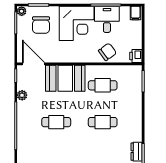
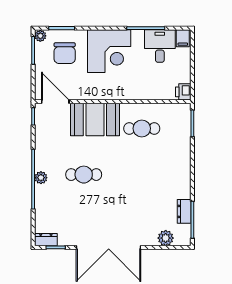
desk: (107, 19) -> (160, 46), moved
chair: (107, 52) -> (148, 87), removed
plant: (22, 95) -> (41, 178), moved
cafe table: (103, 122) -> (142, 175), removed

